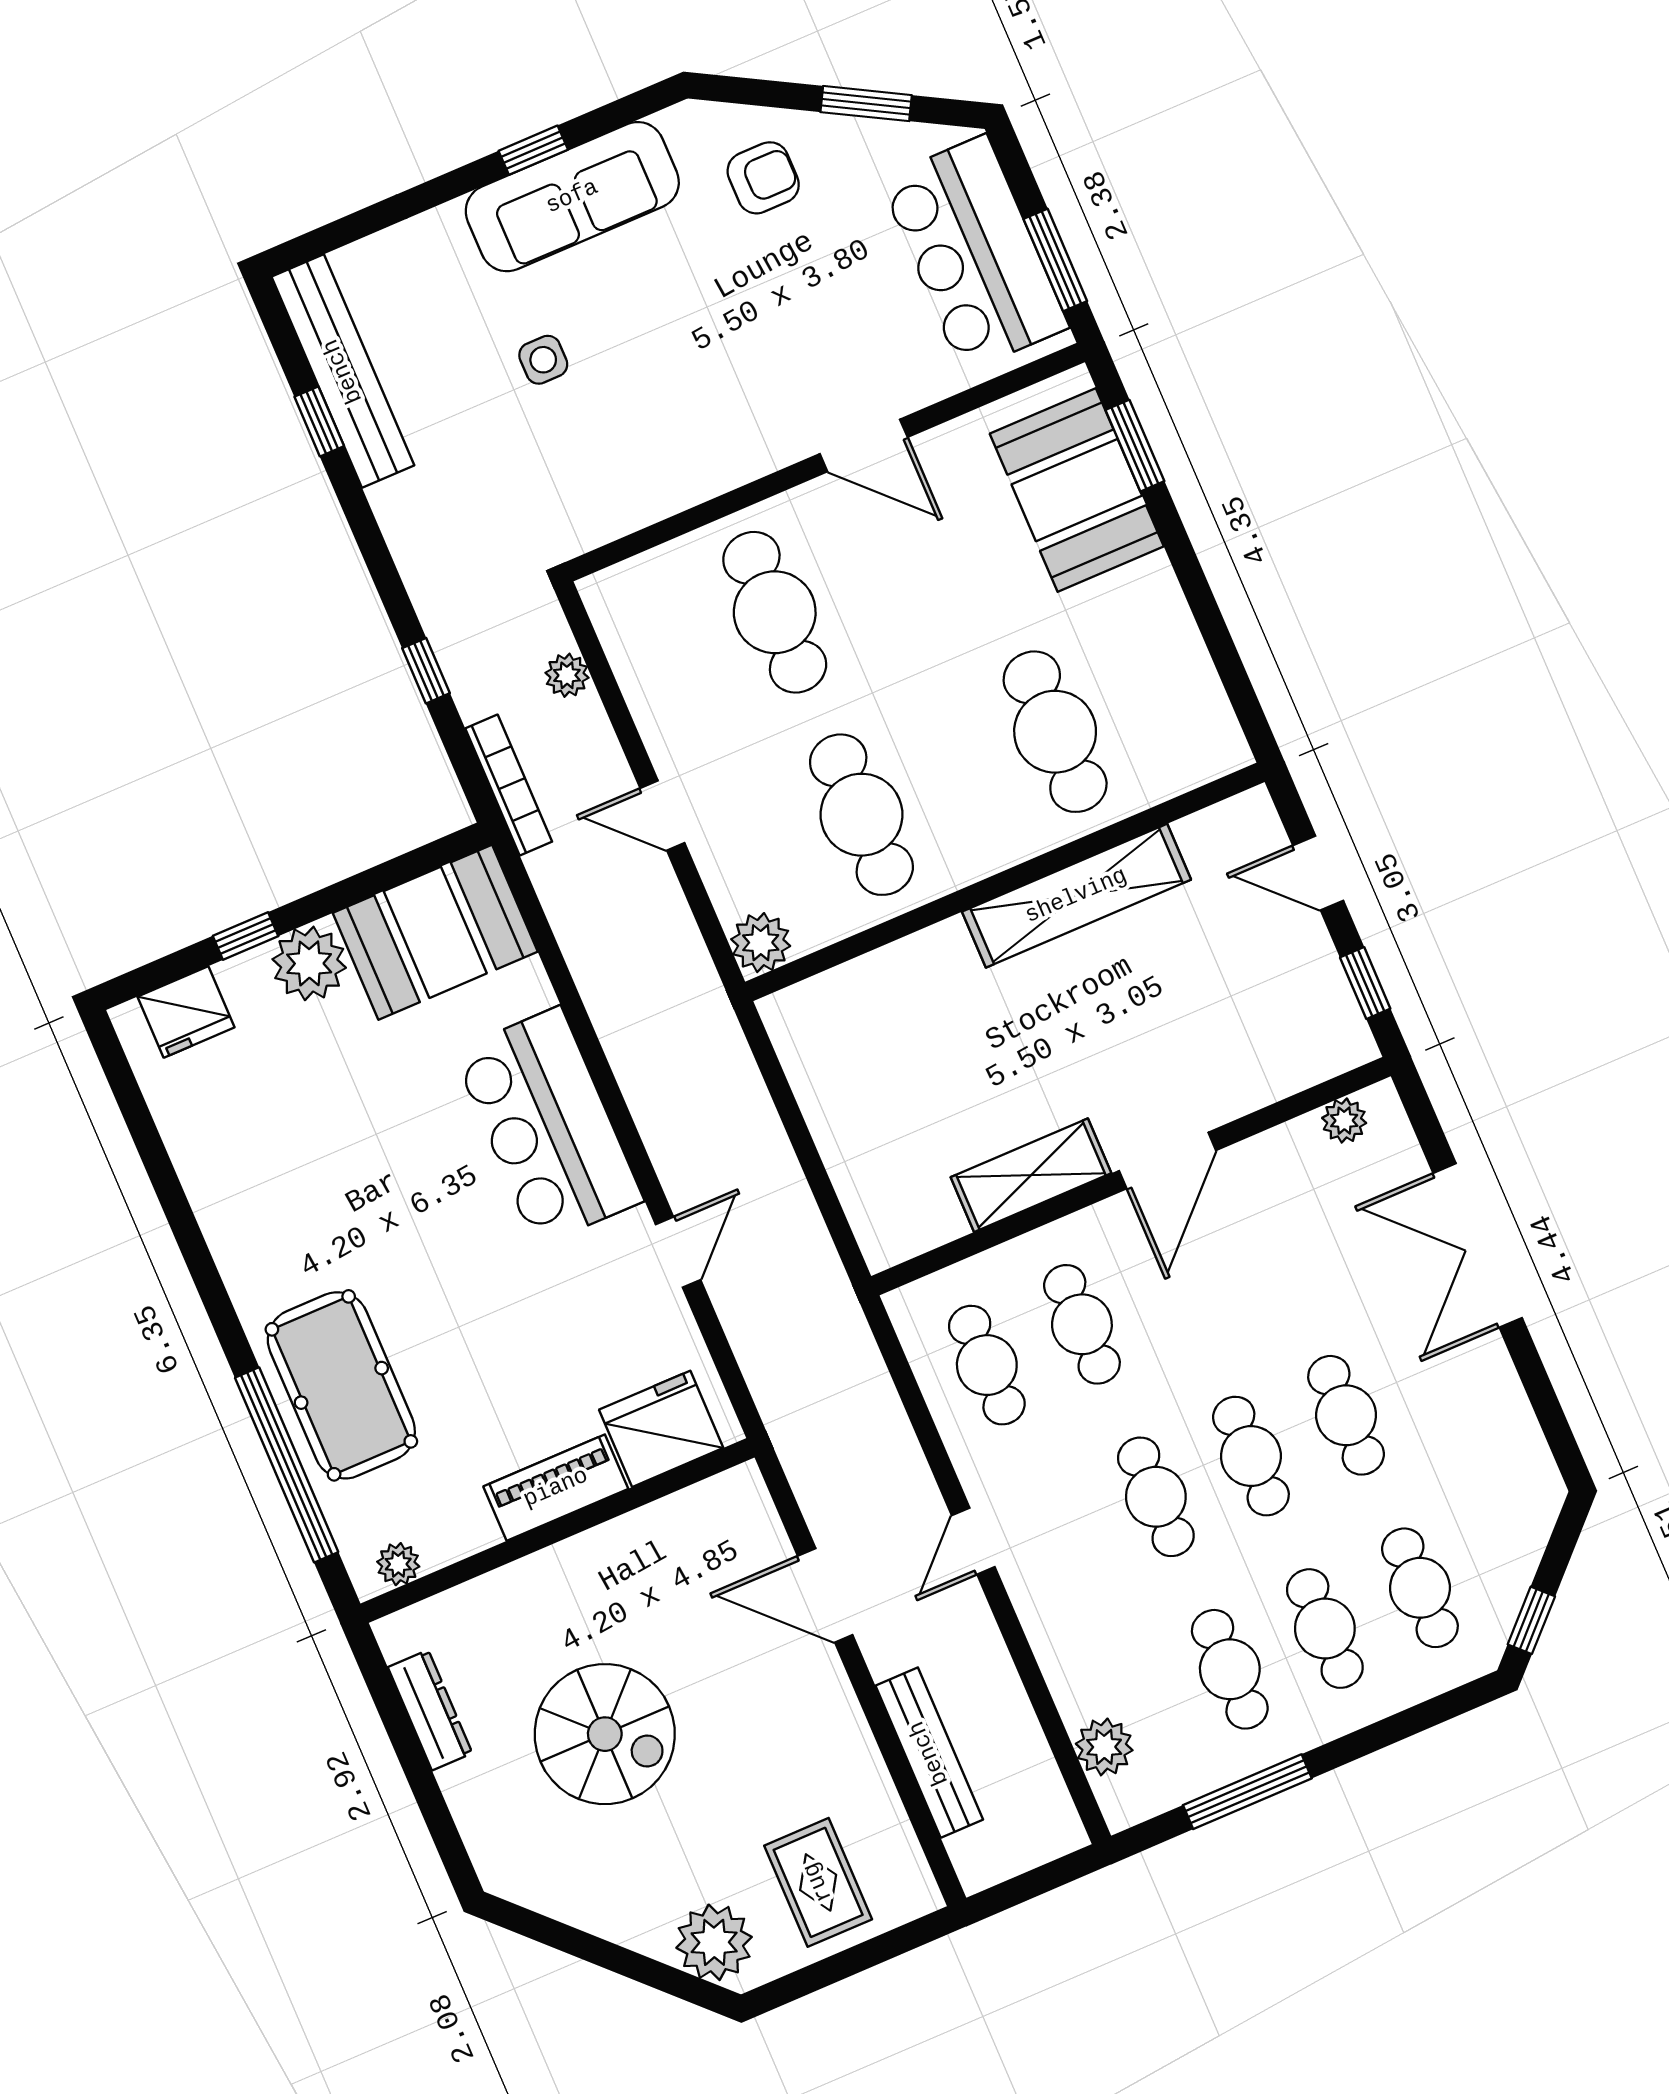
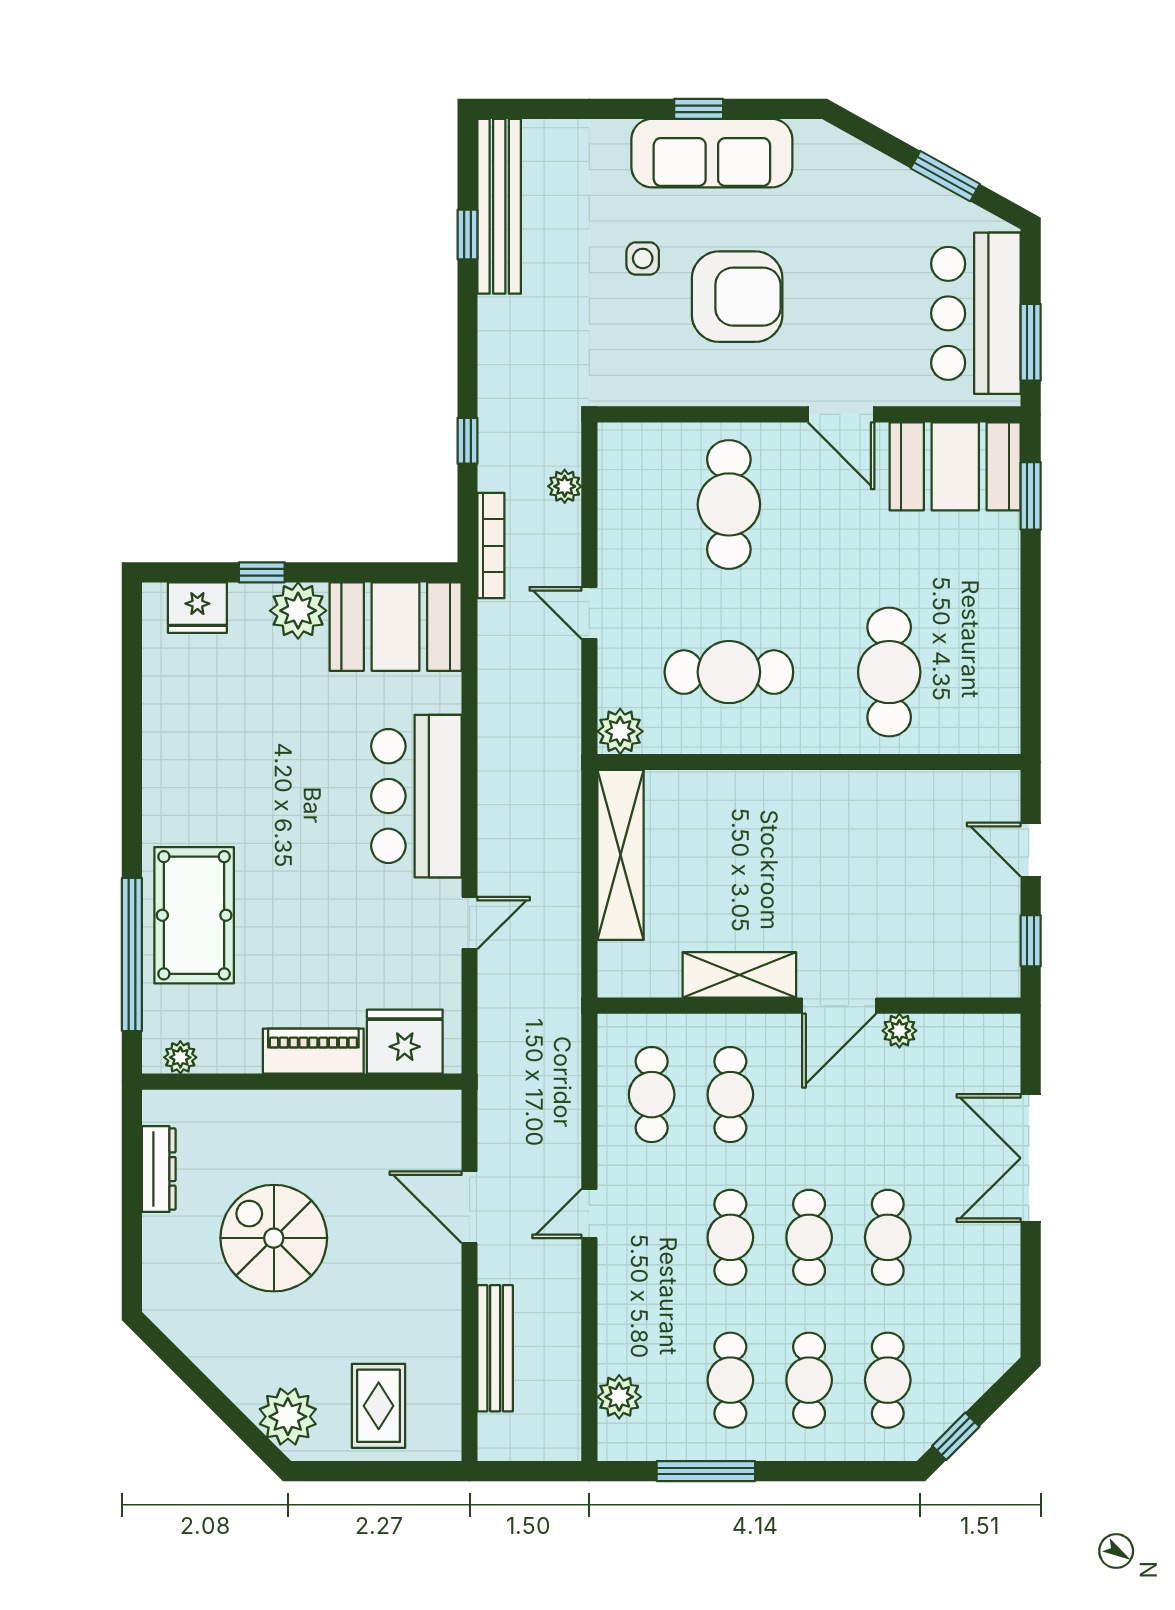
armchair: (763, 178) -> (737, 297), moved, width x1.88, depth x1.88
booth: (1077, 490) -> (955, 466), moved, turned 90
cafe table: (861, 815) -> (729, 672), turned 90
shelving: (1076, 896) -> (620, 855), moved, turned 90
plant: (1344, 1121) -> (899, 1031), moved
spiral stairs: (605, 1734) -> (274, 1238), turned 180

